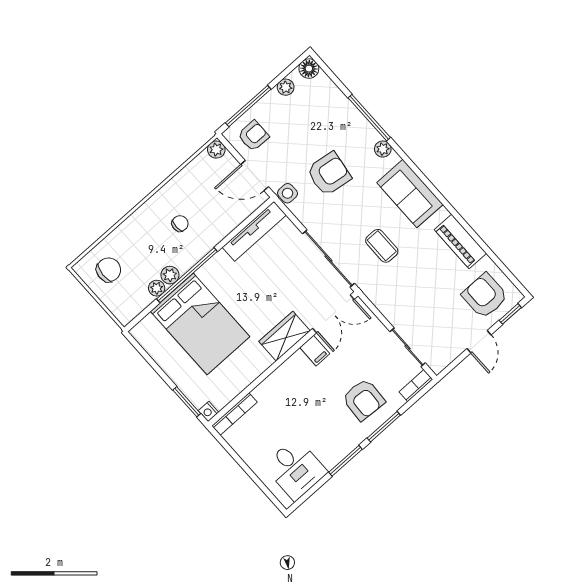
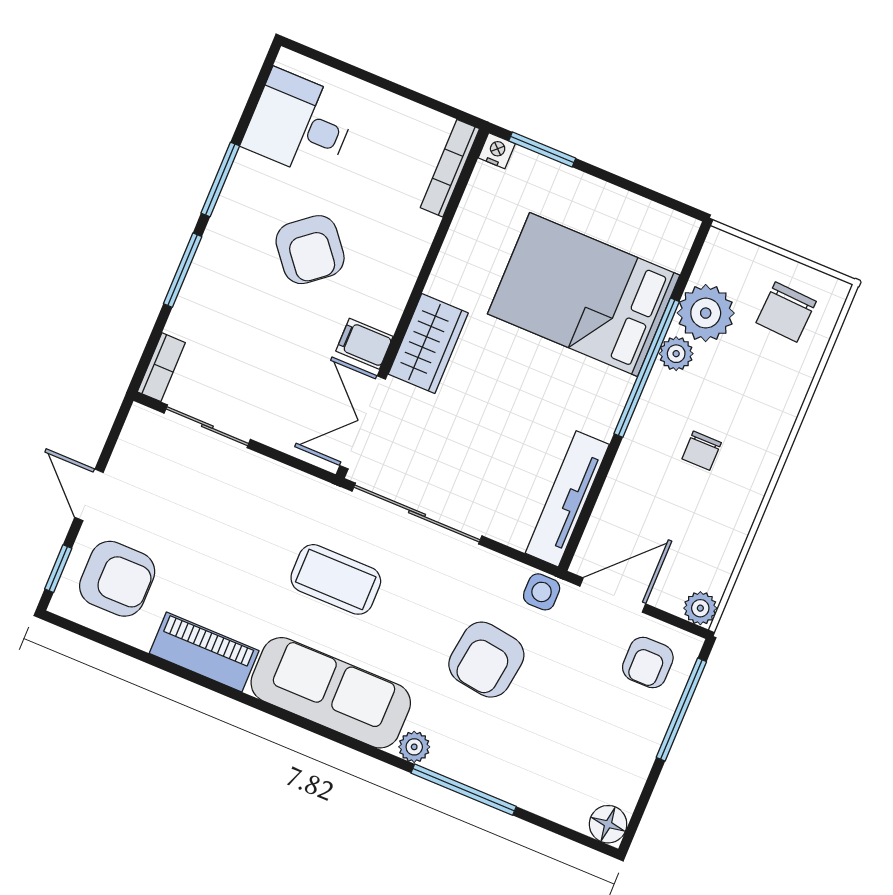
plant: (286, 87) -> (633, 773), removed
sofa: (410, 194) -> (331, 693), width x1.36
coffee table: (382, 246) -> (336, 579), width x1.36, depth x1.30
plant: (157, 288) -> (706, 313), width x1.87, depth x1.87
armchair: (363, 400) -> (310, 250), moved, turned -132

